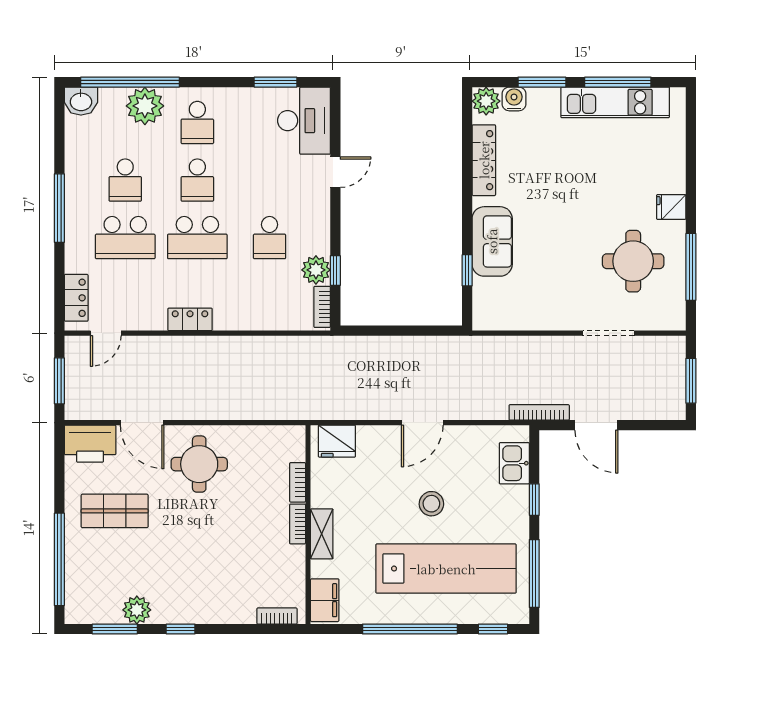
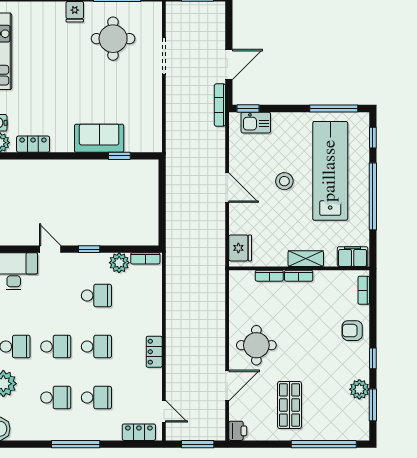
locker: (484, 160) -> (33, 144), width x0.66
school desk: (125, 238) -> (96, 398), width x0.54
school desk: (197, 238) -> (96, 347), width x0.54
window: (335, 271) -> (89, 249), moved
printer: (90, 444) -> (238, 431), width x0.53, depth x0.68
window: (534, 500) -> (248, 108), moved
armchair: (220, 600) -> (352, 331), added

